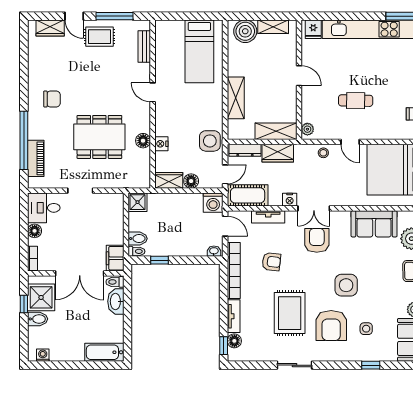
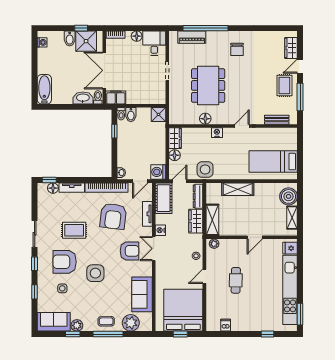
nightstand: (161, 144) -> (217, 133), moved
door: (225, 174) -> (180, 181), swing flipped
armchair: (271, 262) -> (113, 216), width x1.88, depth x1.88
rug: (290, 313) -> (74, 230), width x0.73, depth x0.70
window: (334, 365) -> (35, 264), added

